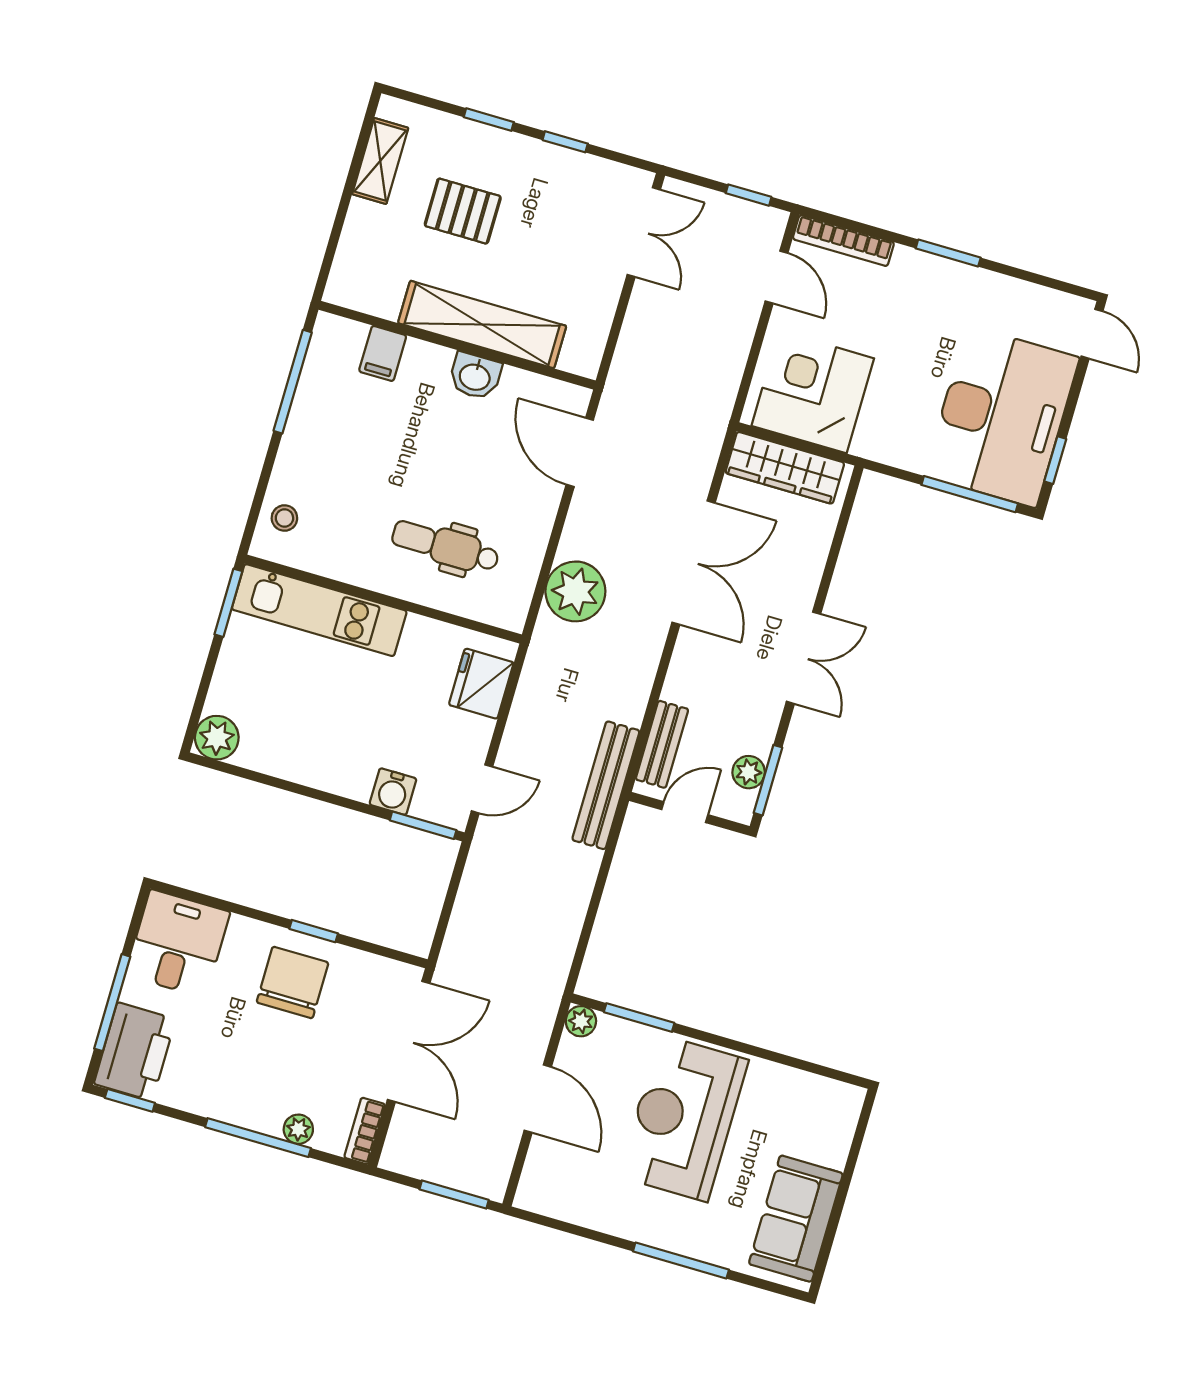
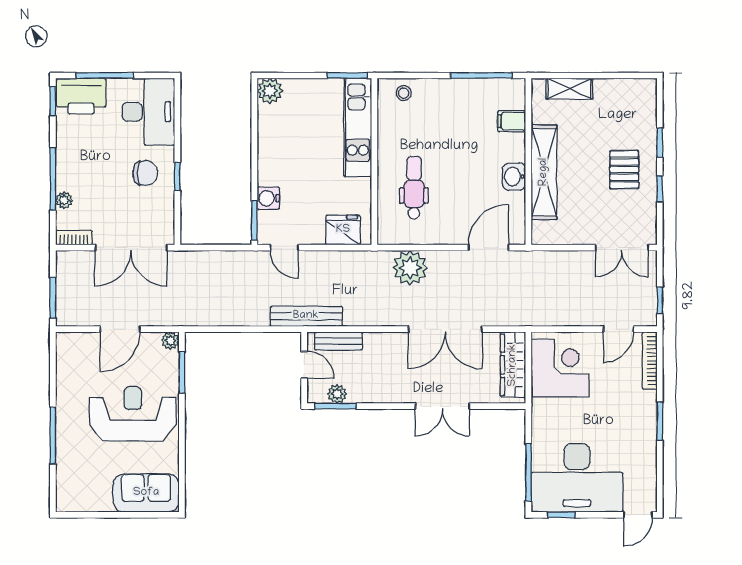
shelving: (380, 161) -> (569, 89), moved
pallet: (463, 211) -> (624, 170), moved
double door: (804, 658) -> (442, 406), moved
desk: (178, 944) -> (148, 112), width x1.37
chair: (293, 982) -> (145, 173), width x0.73, depth x0.73
sofa: (796, 1219) -> (146, 493), moved

